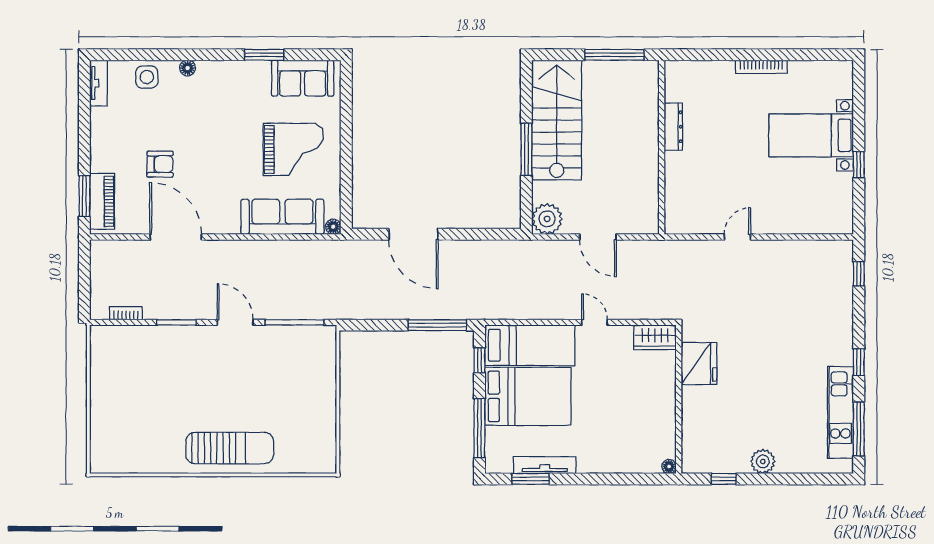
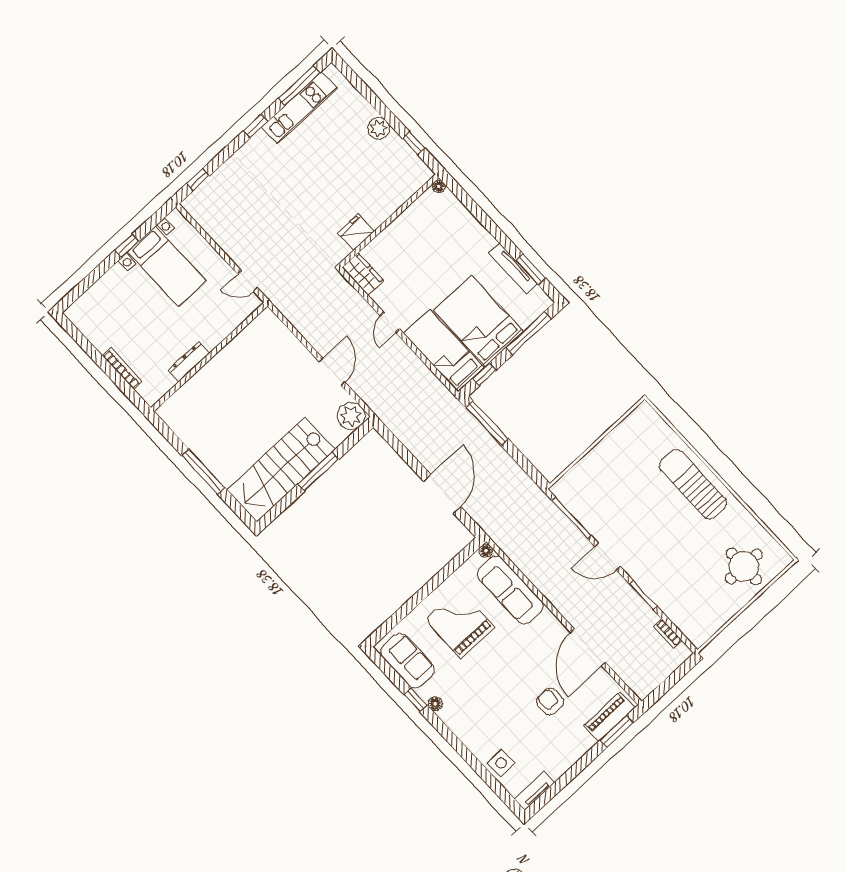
window: (264, 55) -> (416, 700), width x0.67
floor lamp: (188, 68) -> (435, 704), moved
dresser: (673, 127) -> (189, 362), moved
bed with nightstands: (811, 135) -> (167, 266), moved
wall: (662, 147) -> (209, 357), moved
door: (235, 322) -> (608, 557), hinge flipped
fridge: (699, 363) -> (356, 232), width x0.73, depth x0.75
round table: (123, 427) -> (744, 566), added

